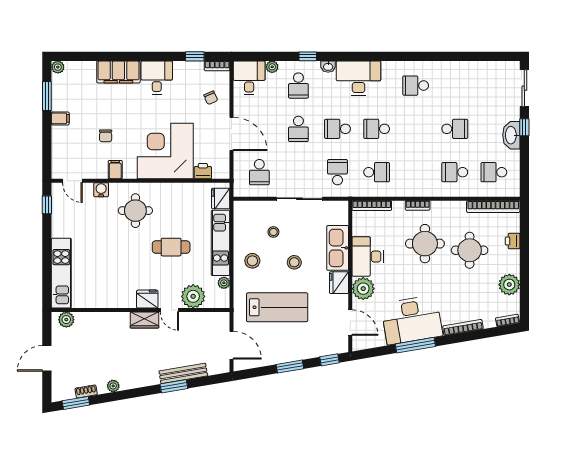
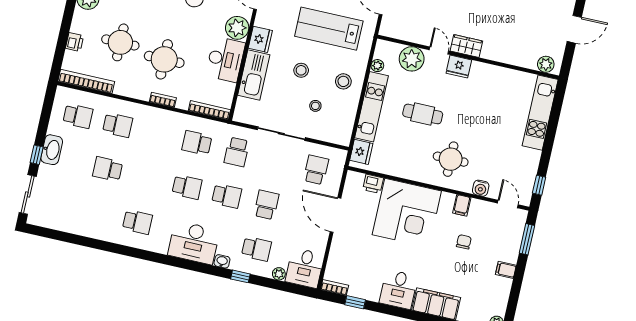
school desk: (298, 86) -> (256, 249), turned 90
window: (47, 96) -> (527, 239), moved
chair: (211, 98) -> (348, 256), removed

